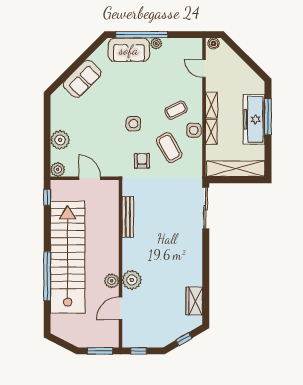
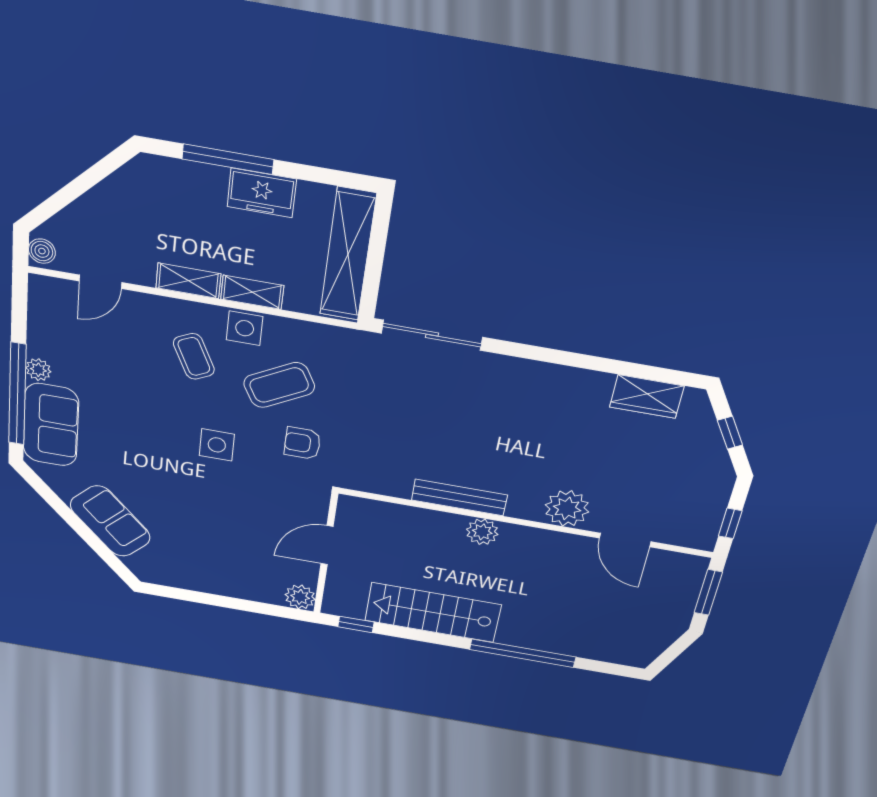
freezer: (254, 119) -> (262, 193), width x0.52, depth x0.79
plant: (60, 140) -> (238, 582), removed
bench: (128, 217) -> (459, 497), moved
stairs: (68, 257) -> (433, 613), width x0.54, depth x0.66
plant: (112, 281) -> (482, 532), moved

